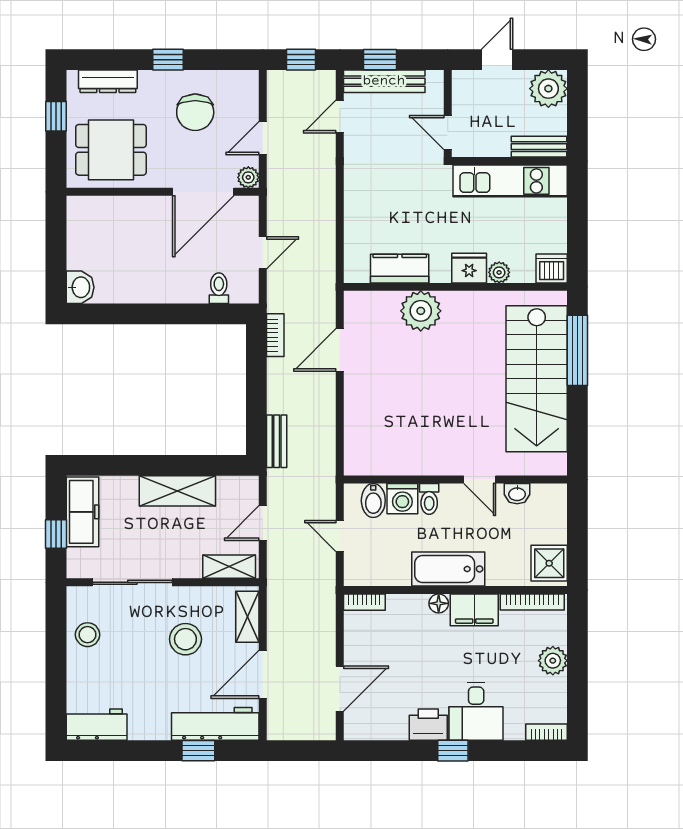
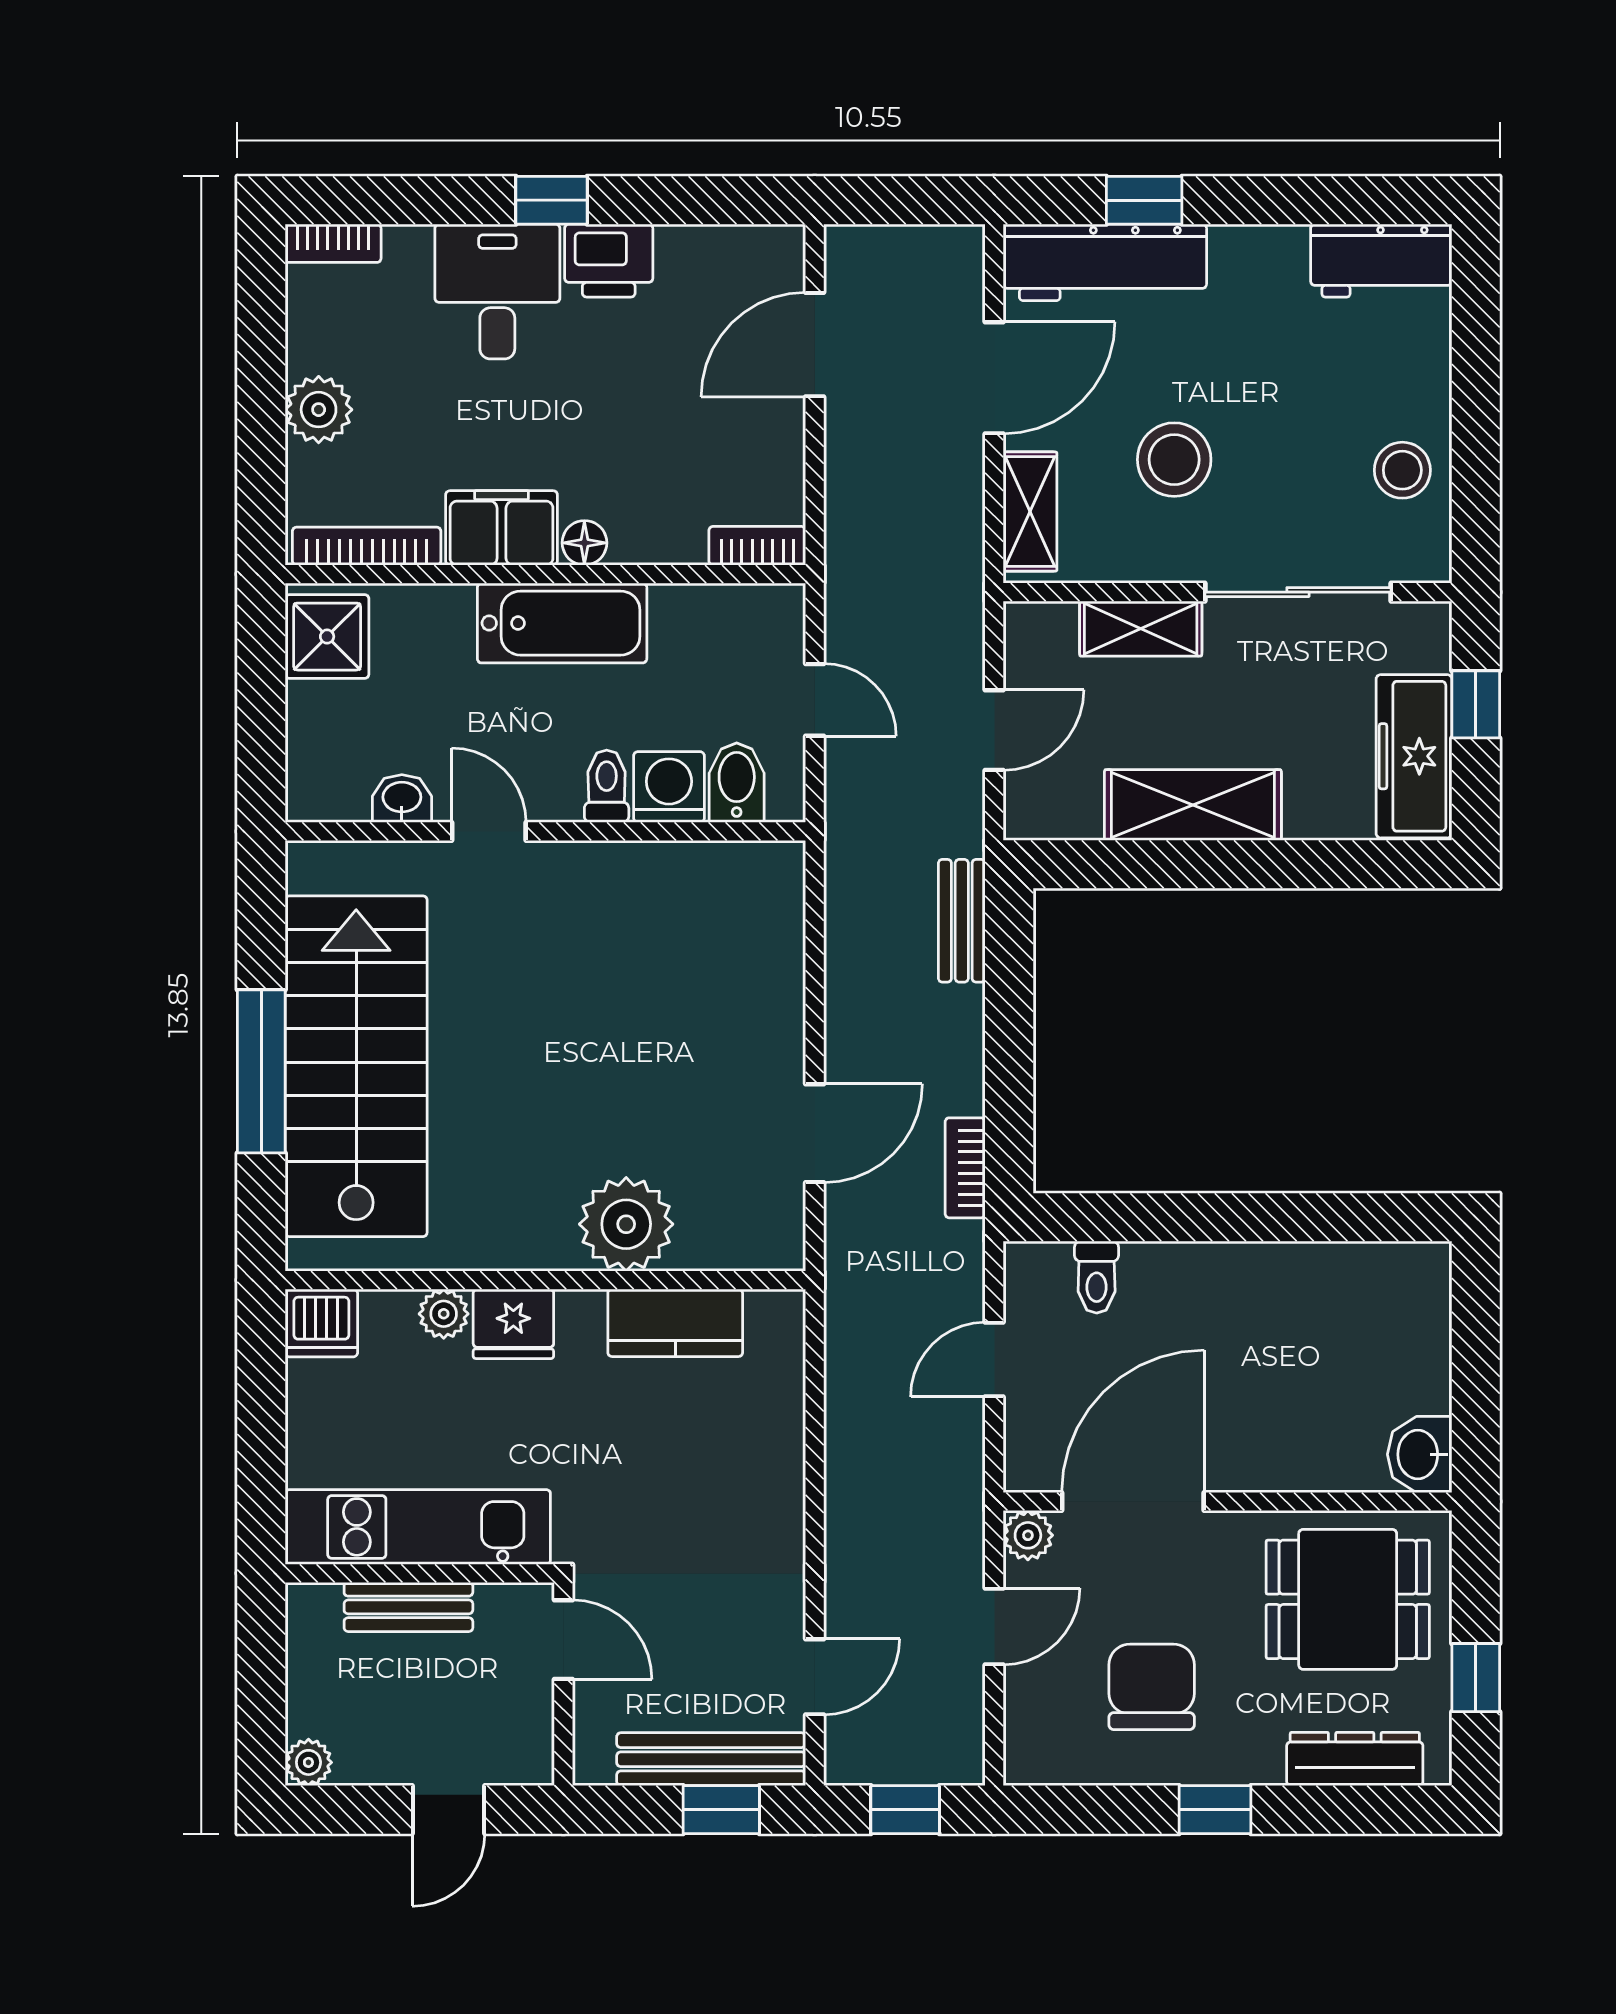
plant: (548, 89) -> (308, 1762), width x0.53, depth x0.53
bench: (539, 147) -> (408, 1607), moved
washbasin: (80, 287) -> (1420, 1454), moved
window: (577, 350) -> (261, 1071), moved
shelving: (229, 567) -> (1141, 629), moved

